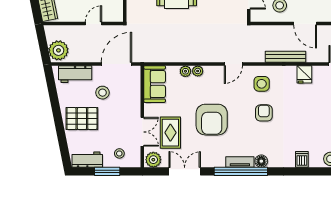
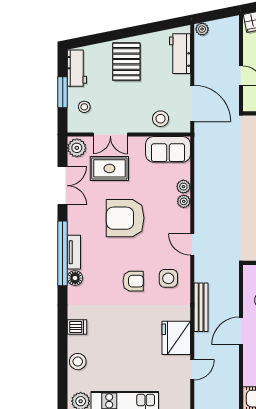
plant: (58, 50) -> (202, 29), width x0.53, depth x0.53
fridge: (304, 74) -> (176, 338), width x1.88, depth x1.34
stool: (102, 93) -> (161, 119), moved

